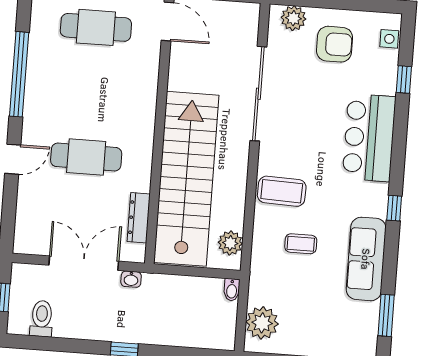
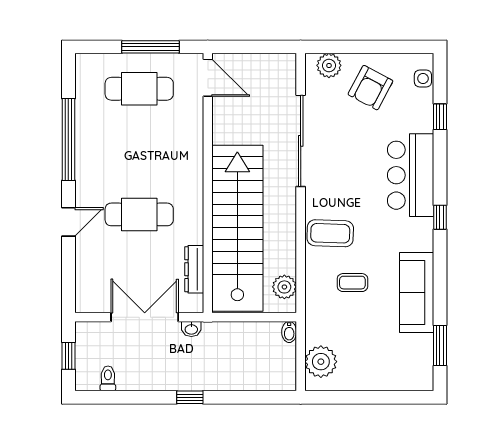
armchair: (334, 44) -> (370, 88), turned 118
window: (394, 208) -> (440, 217), moved
toilet: (42, 319) -> (108, 378), width x0.73, depth x0.72

